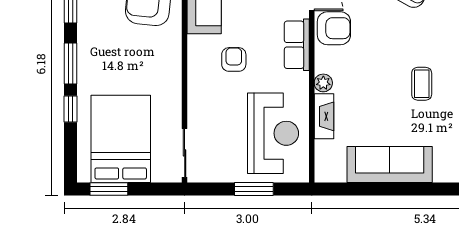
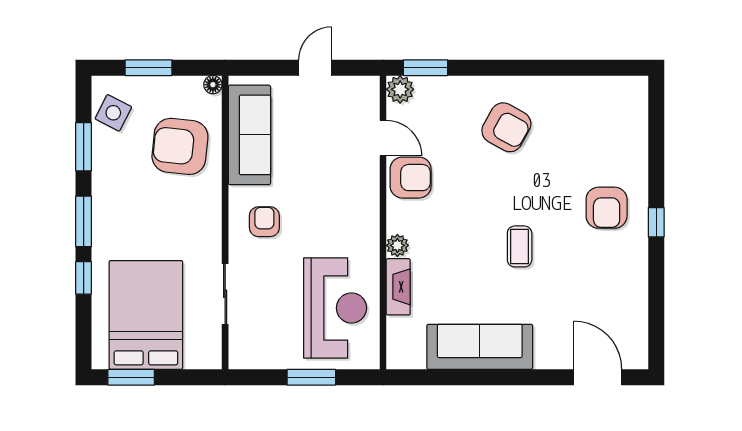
row of seats: (297, 45) -> (364, 198), removed
armchair: (234, 59) -> (264, 222), moved
sliding door: (185, 153) -> (225, 294), moved

